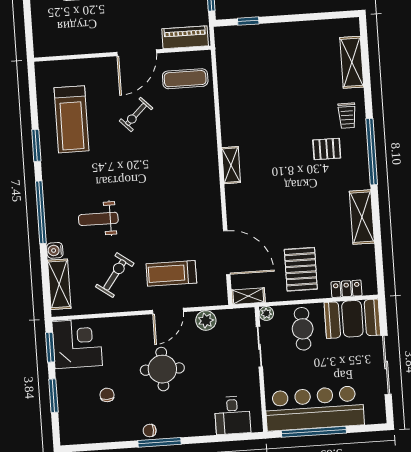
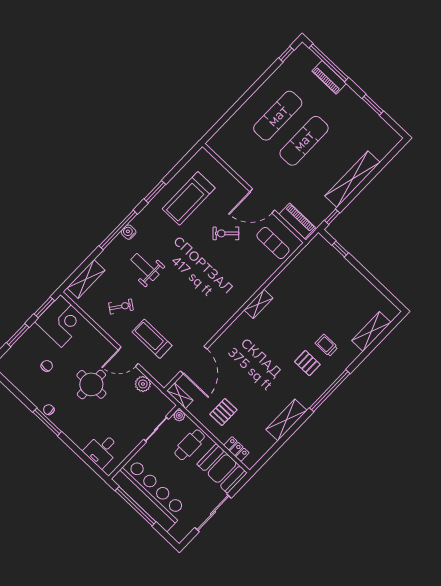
trolley: (347, 116) -> (326, 345), moved, turned 90
shelving: (231, 165) -> (258, 304), moved
water cooler: (55, 250) -> (129, 232), moved
pallet: (301, 269) -> (223, 412), width x0.67, depth x0.71
exercise bike: (115, 275) -> (121, 307), width x0.73, depth x0.72

